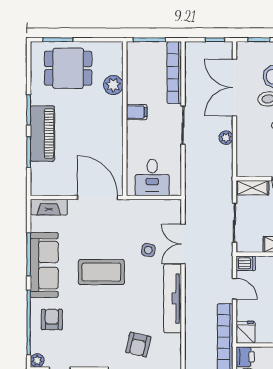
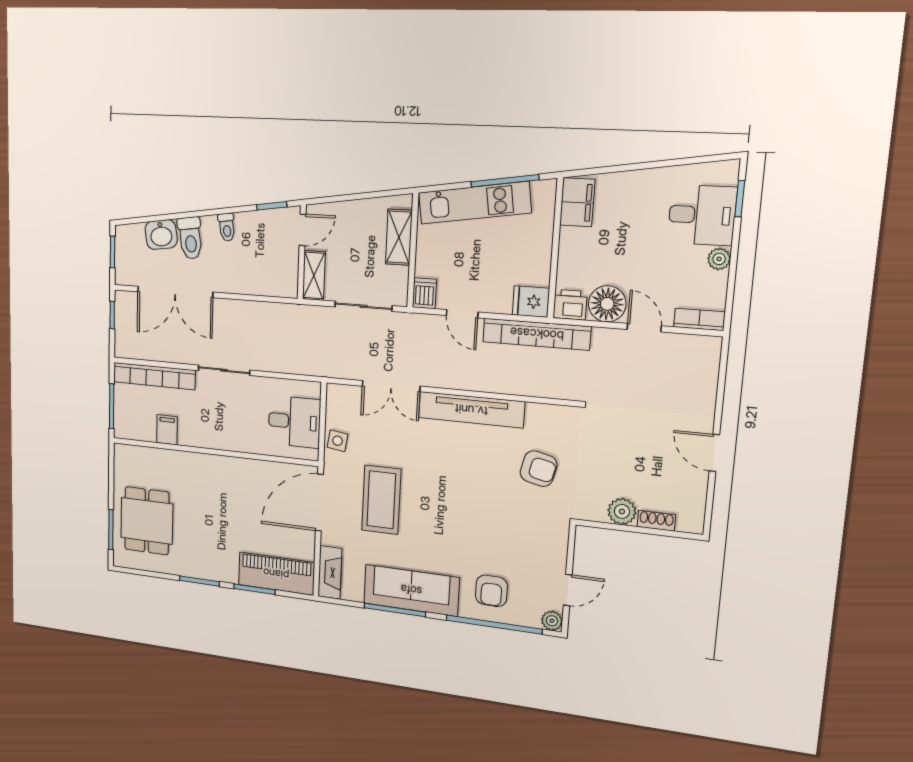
plant: (113, 85) -> (169, 462), removed
filing cabinet: (137, 112) -> (167, 430), moved
piano: (42, 134) -> (276, 574), moved
plant: (226, 138) -> (243, 310), removed
side table: (148, 250) -> (337, 441), moved
coffee table: (101, 272) -> (381, 500), moved
door: (234, 289) -> (462, 314), swing flipped
armchair: (52, 319) -> (491, 591), turned -90

